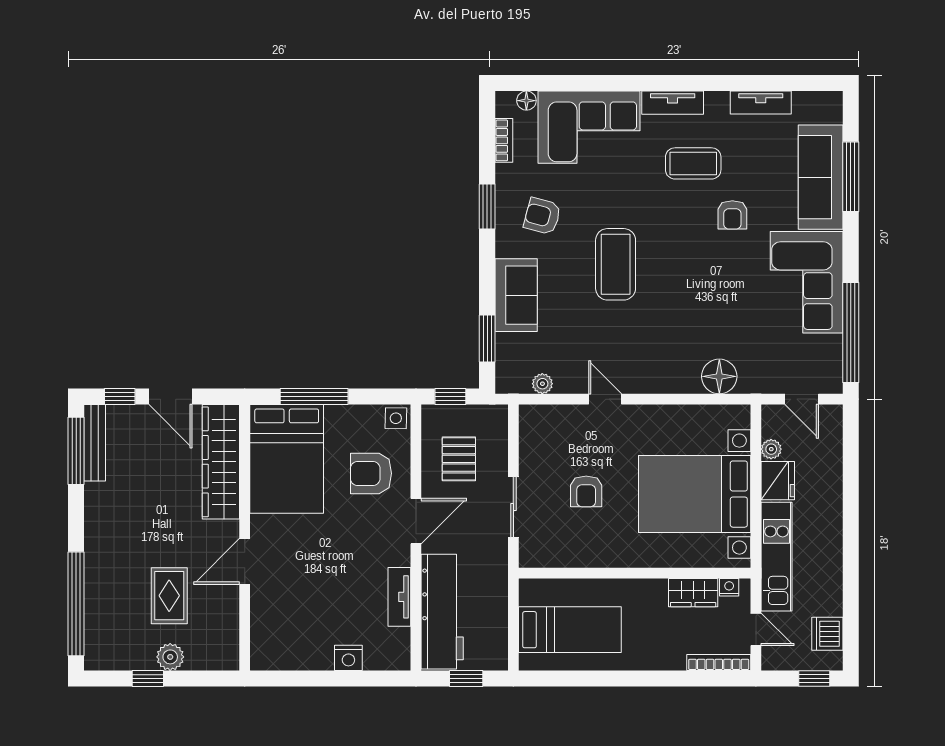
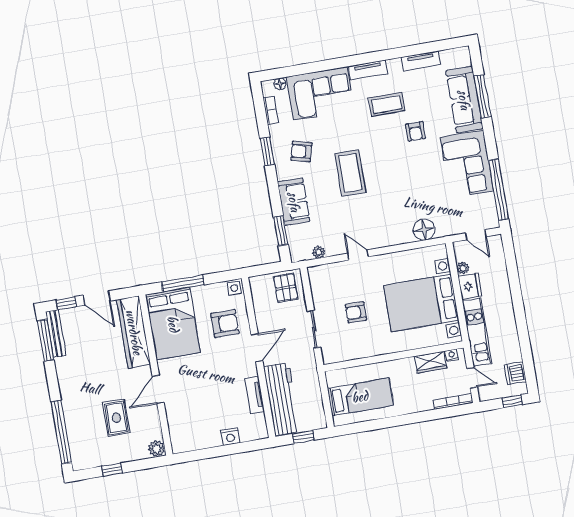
window: (450, 397) -> (265, 269), removed
pallet: (459, 459) -> (286, 288), moved
armchair: (371, 473) -> (225, 324), turned 180
armchair: (586, 491) -> (356, 312), turned 90
plant: (170, 657) -> (157, 449), moved

